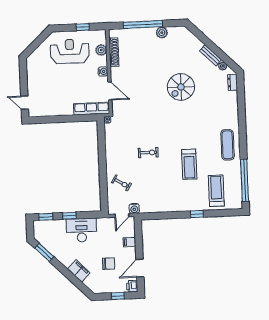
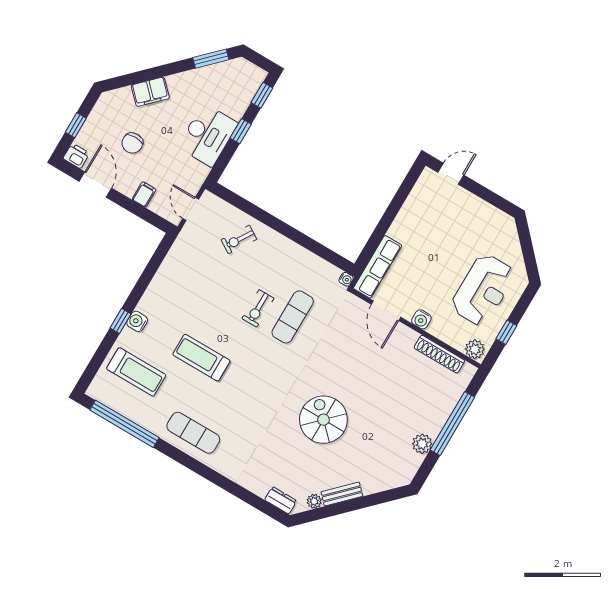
plant: (101, 50) -> (475, 349), moved
door: (110, 91) -> (386, 311), hinge flipped
exercise mat: (142, 133) -> (293, 317), added
water cooler: (134, 209) -> (137, 321), moved

